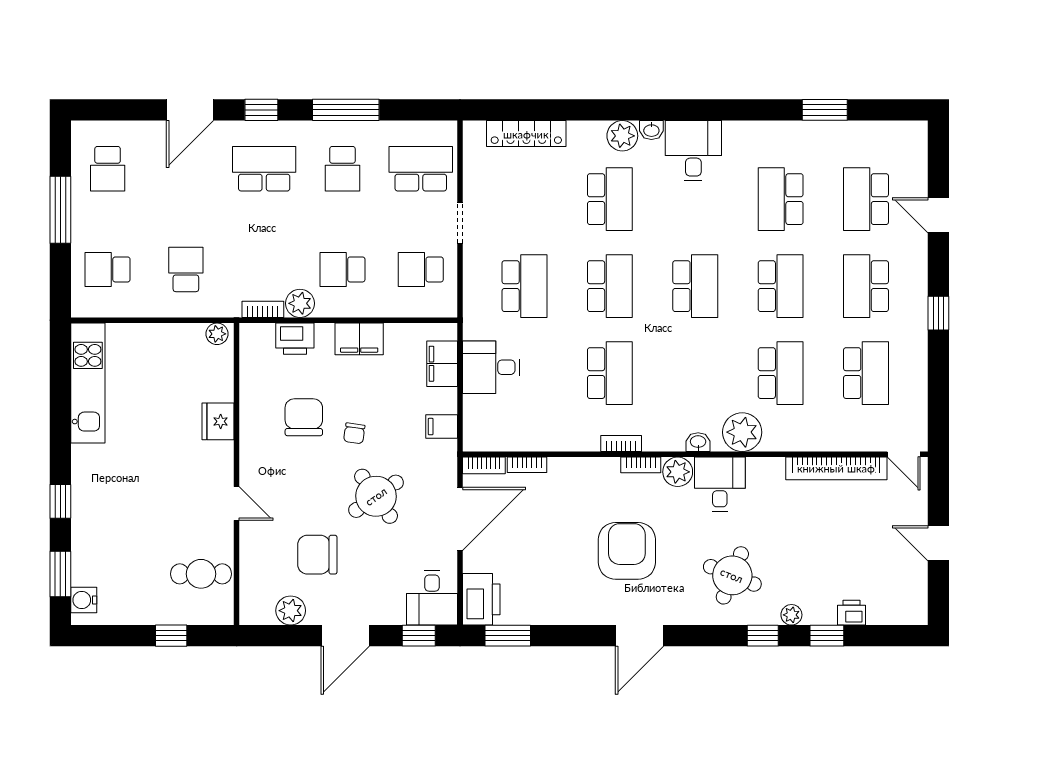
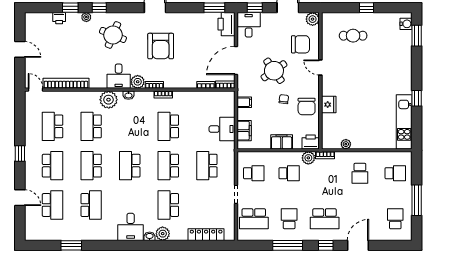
fridge: (218, 421) -> (329, 105), moved
wall: (237, 474) -> (320, 81), moved
window: (60, 501) -> (417, 98), moved
door: (237, 503) -> (320, 67), moved

